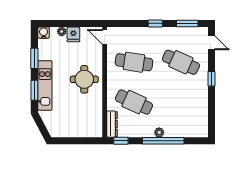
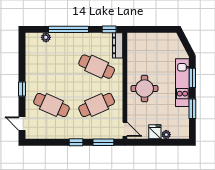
window: (187, 23) -> (103, 142), moved
water cooler: (44, 33) -> (184, 133), removed
cafe table: (134, 62) -> (97, 105), turned -33
plant: (159, 132) -> (46, 37), moved

